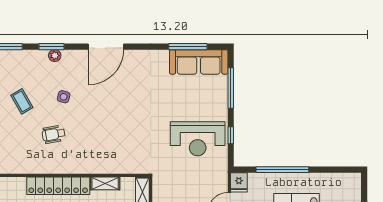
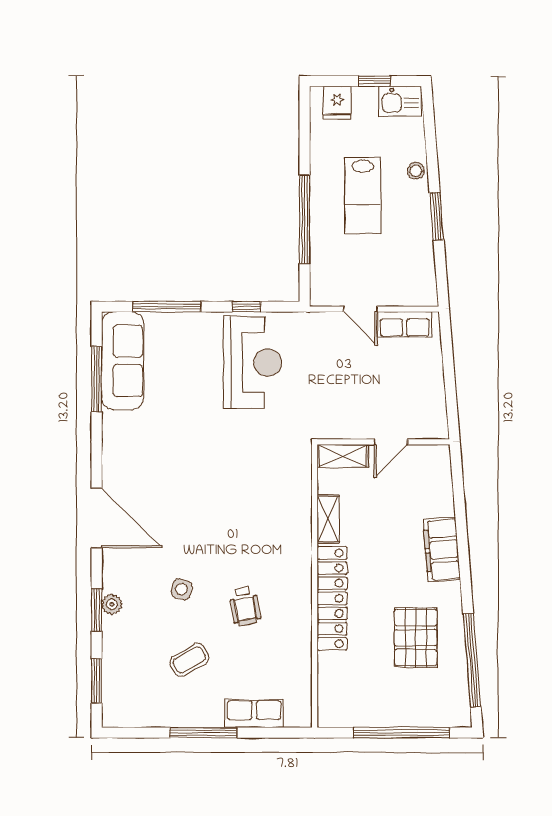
fridge: (239, 182) -> (337, 103), moved, turned 90

